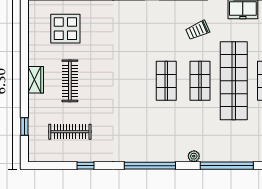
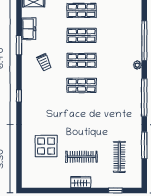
display table: (65, 29) -> (46, 146), moved
shop shelf: (234, 81) -> (82, 35), width x0.50, depth x0.74
window: (85, 166) -> (144, 145), width x2.17

